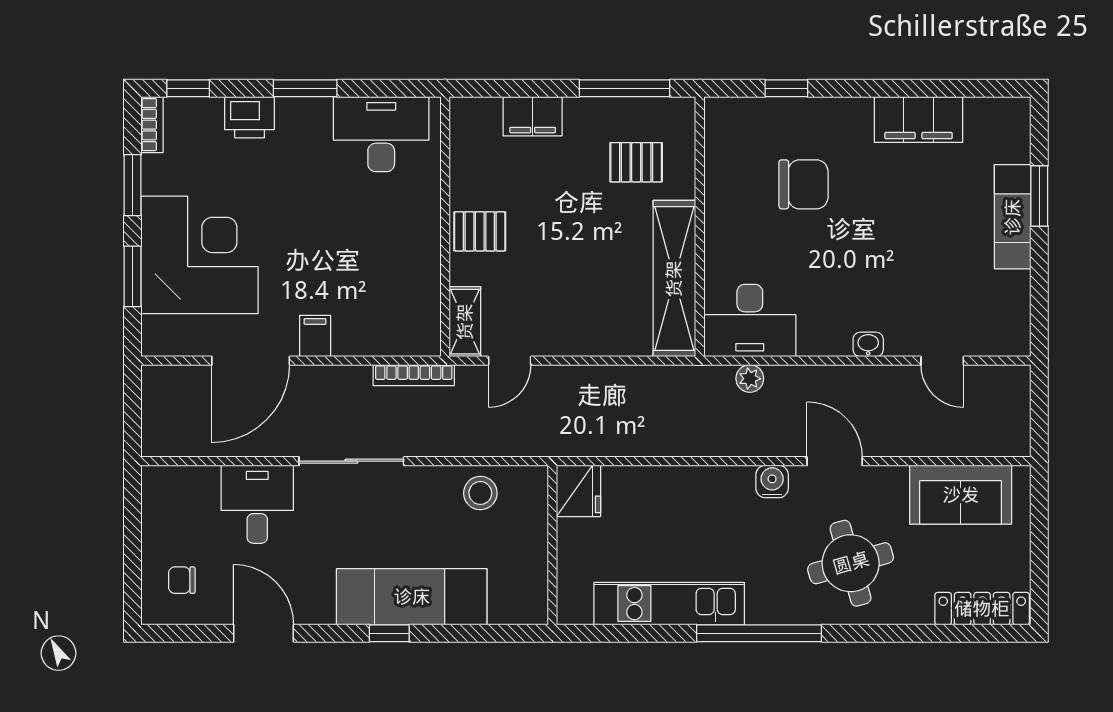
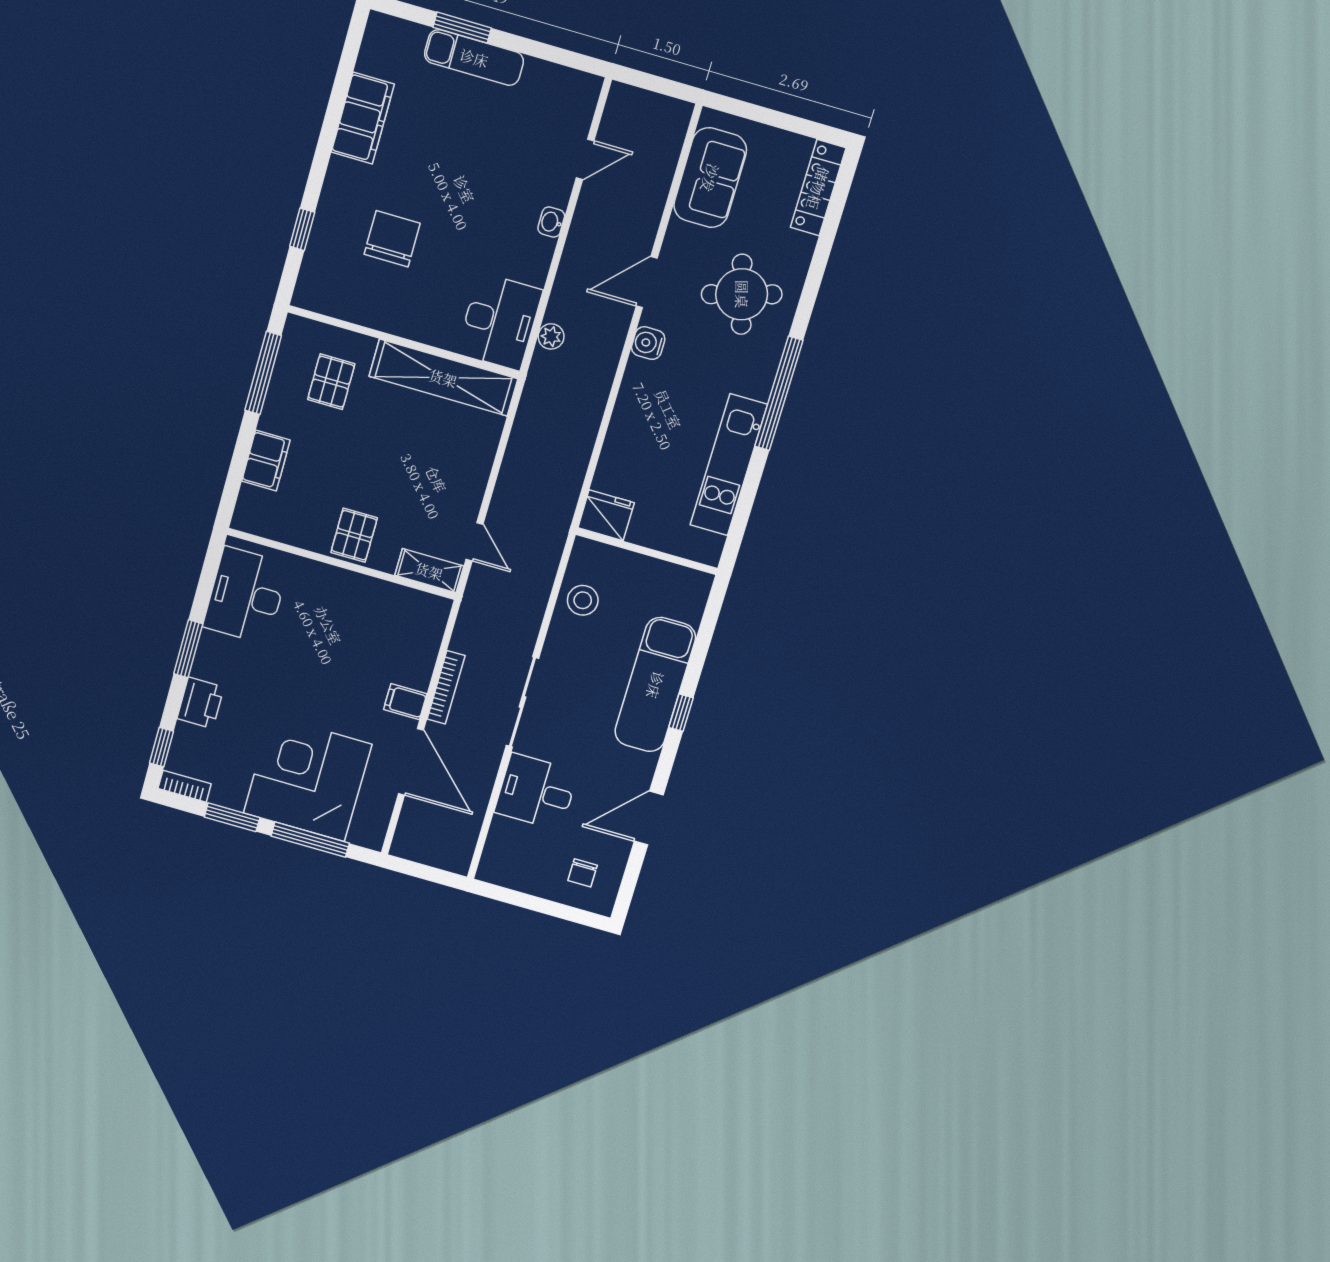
window: (132, 276) -> (310, 840), width x1.44
bookcase: (414, 375) -> (446, 687), moved

